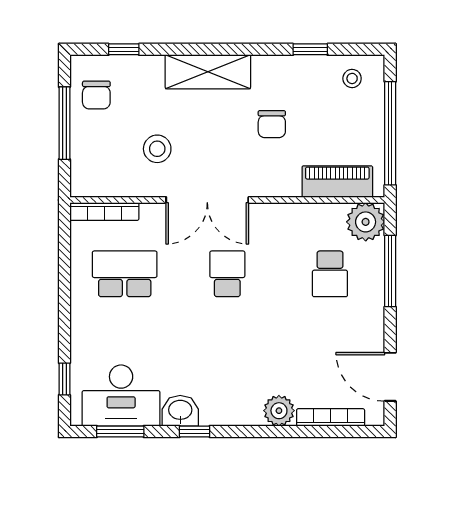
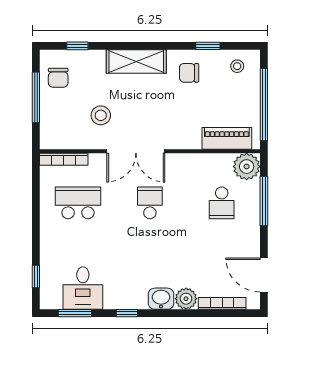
chair: (272, 124) -> (189, 73), moved, turned 90
desk: (121, 396) -> (83, 288), width x0.73
washbasin: (180, 411) -> (161, 299), moved

